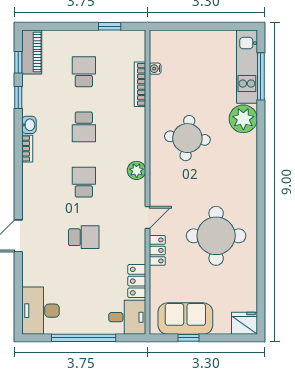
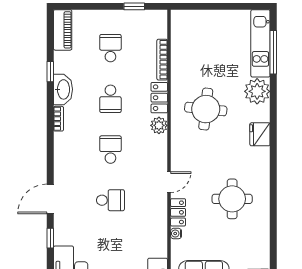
window: (18, 62) -> (50, 238), moved
water cooler: (155, 69) -> (176, 234), moved
washbasin: (29, 125) -> (63, 89), width x1.91, depth x1.45
fridge: (246, 166) -> (260, 134), added
plant: (137, 170) -> (159, 125), moved
round table: (216, 236) -> (232, 199), width x0.73, depth x0.73
locker: (137, 281) -> (159, 98), moved

